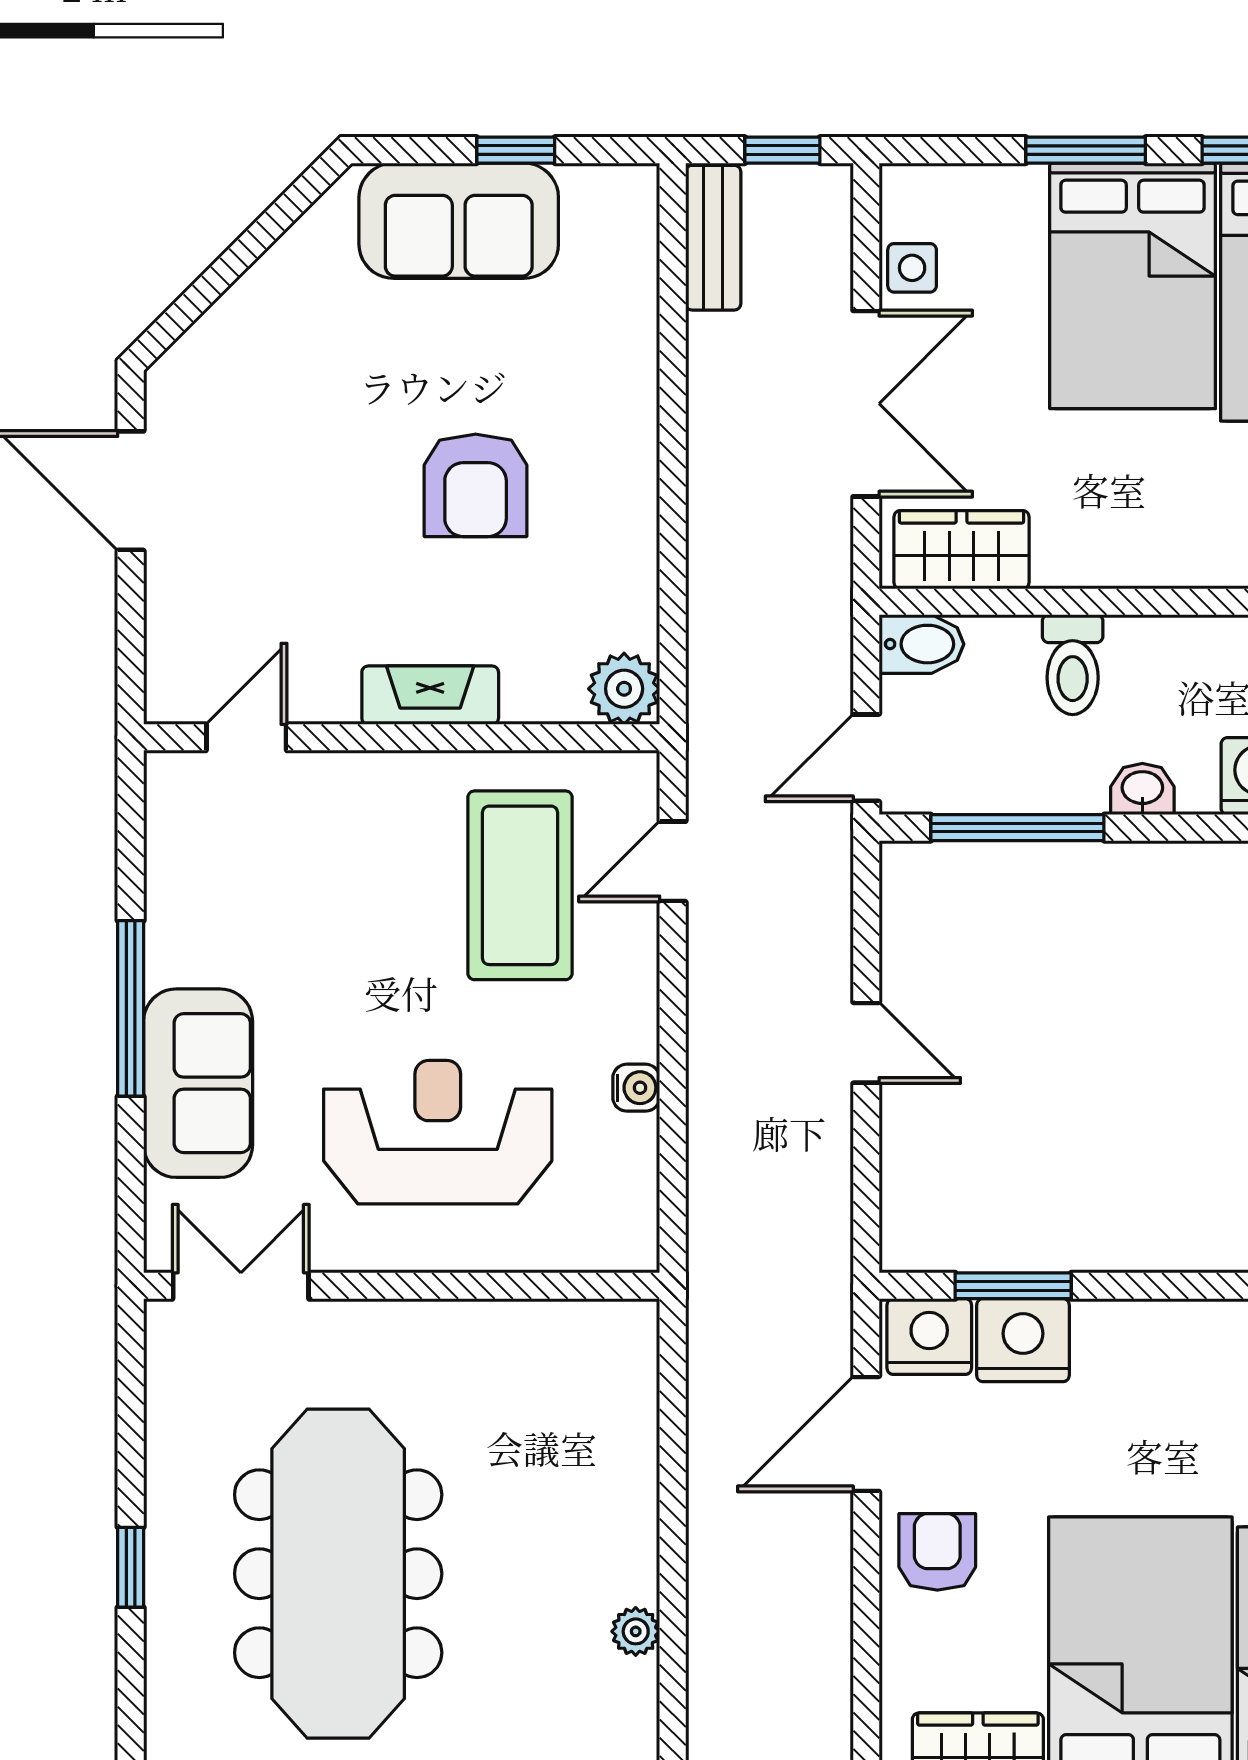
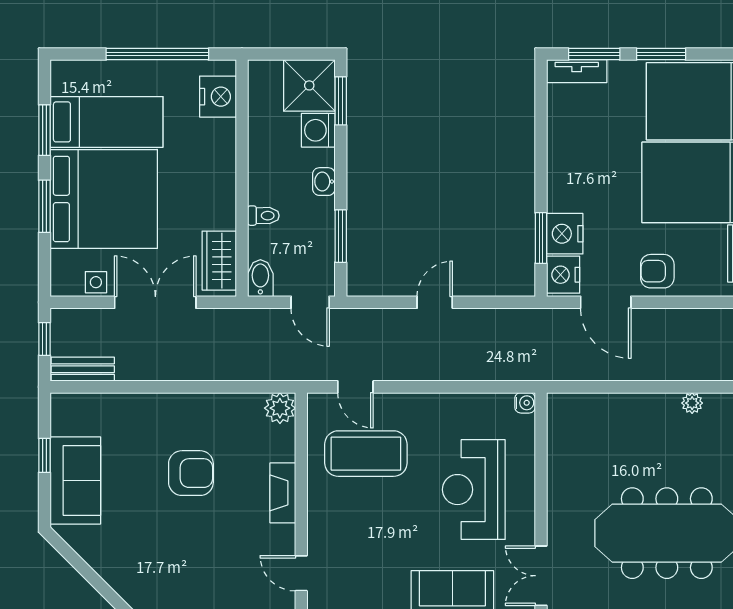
bed: (1133, 286) -> (104, 199), width x1.36
toilet: (1073, 665) -> (263, 216), width x0.73, depth x0.72
window: (1017, 828) -> (341, 236), width x0.69
water cooler: (636, 1088) -> (525, 403), moved, turned 90

